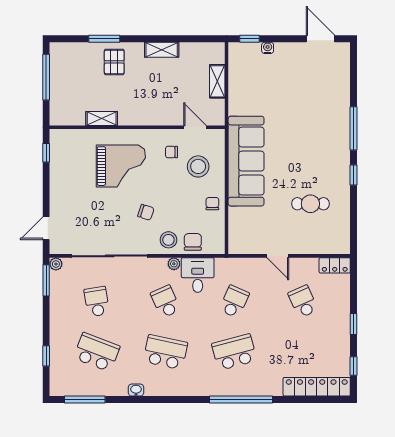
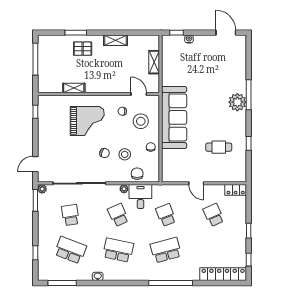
pallet: (114, 62) -> (83, 49), turned 90
plant: (337, 139) -> (237, 102), added
window: (354, 175) -> (249, 143), moved
stool: (168, 240) -> (125, 154), moved
school desk: (234, 302) -> (166, 215), turned -45

